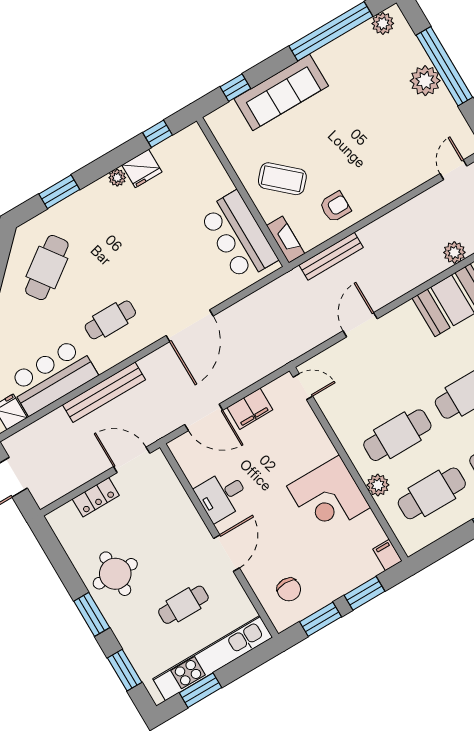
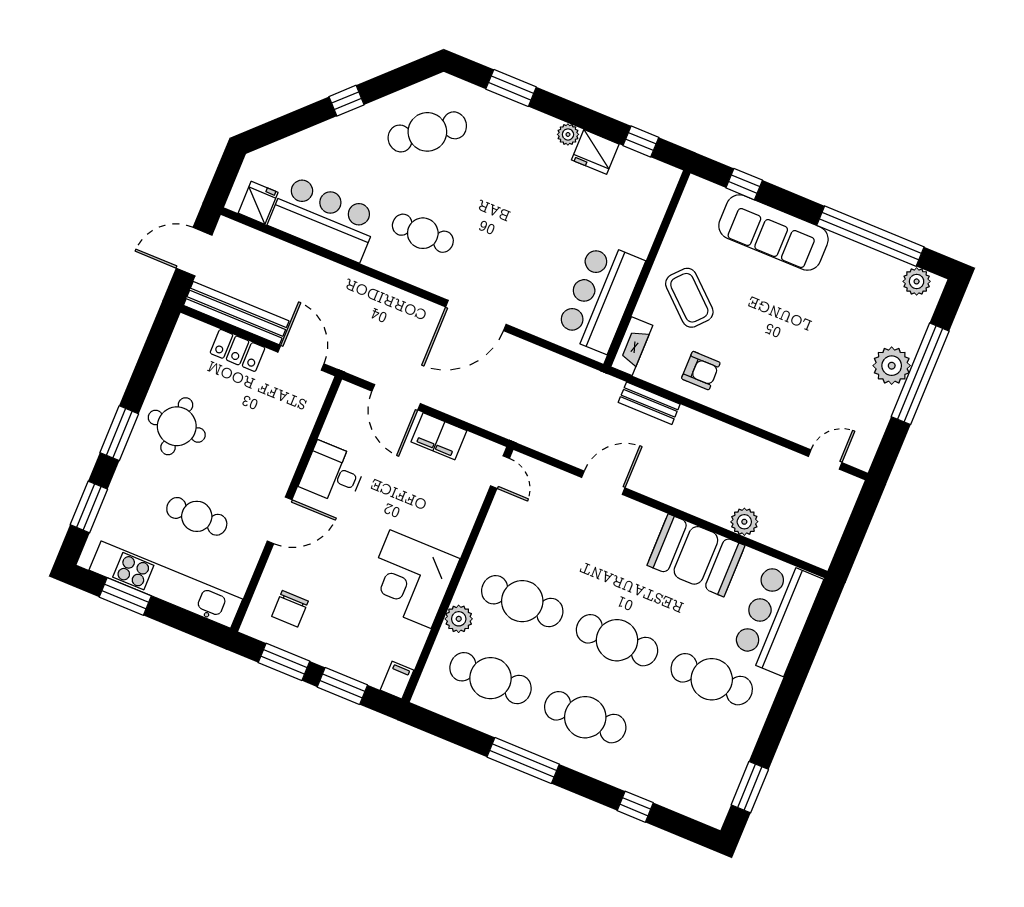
bench: (331, 256) -> (649, 403), width x0.73
bench: (104, 392) -> (236, 313), moved

